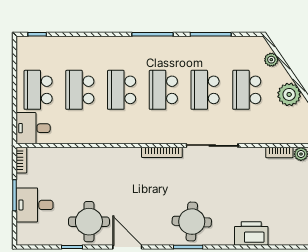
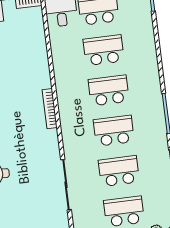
bookcase: (162, 152) -> (50, 109), moved

